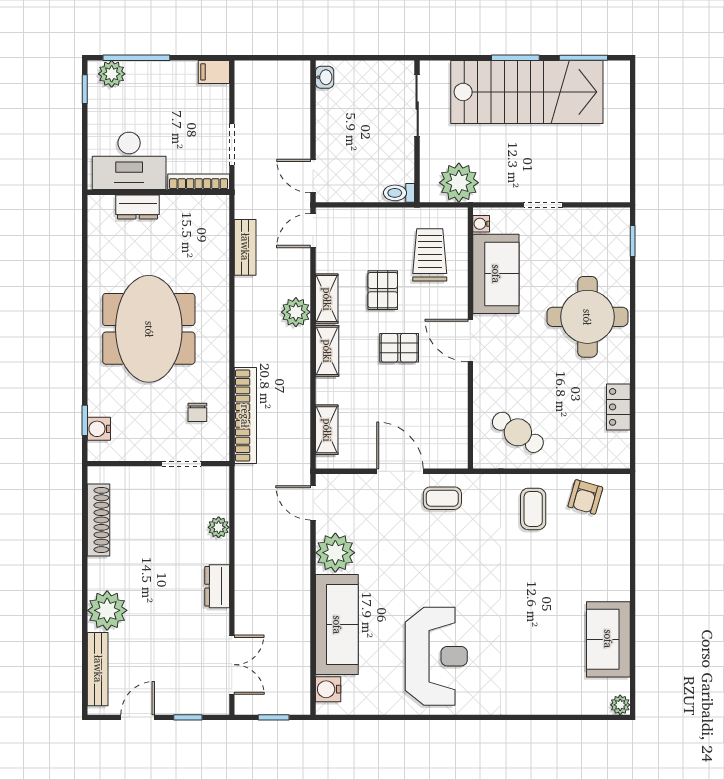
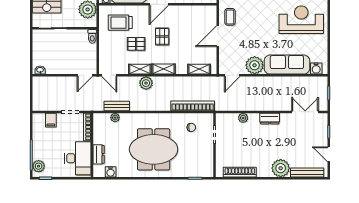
filing cabinet: (214, 72) -> (51, 120), moved
plant: (219, 243) -> (115, 118), added
water cooler: (99, 429) -> (111, 172), moved

